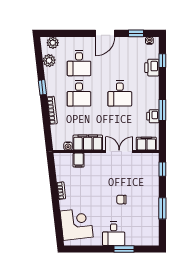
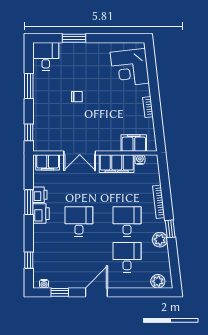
plant: (49, 61) -> (160, 240), moved
printer: (152, 68) -> (41, 214), moved
filing cabinet: (79, 160) -> (134, 143), width x2.00
desk: (114, 234) -> (46, 56), moved

